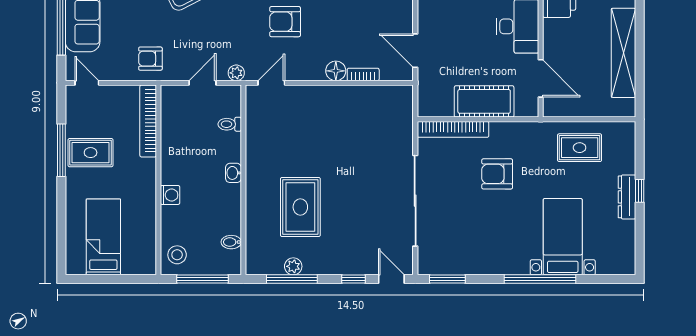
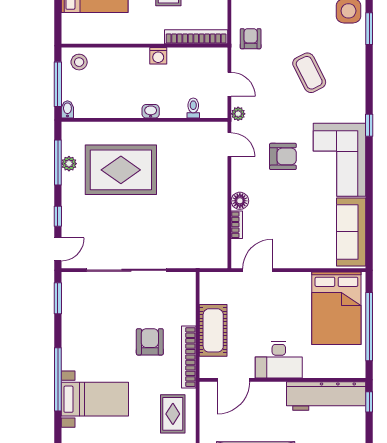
armchair: (285, 22) -> (283, 156), turned 90
bookcase: (453, 129) -> (189, 357), moved
washing machine: (170, 195) -> (158, 56), moved
rug: (300, 207) -> (121, 170), width x1.37, depth x1.44
bidet: (231, 242) -> (67, 109), moved

